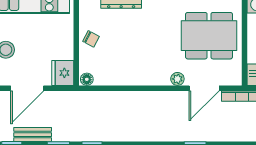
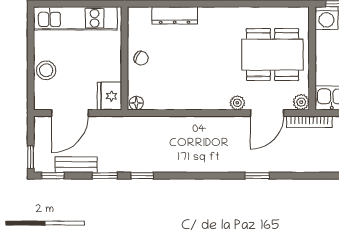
plant: (235, 78) -> (301, 102), added

